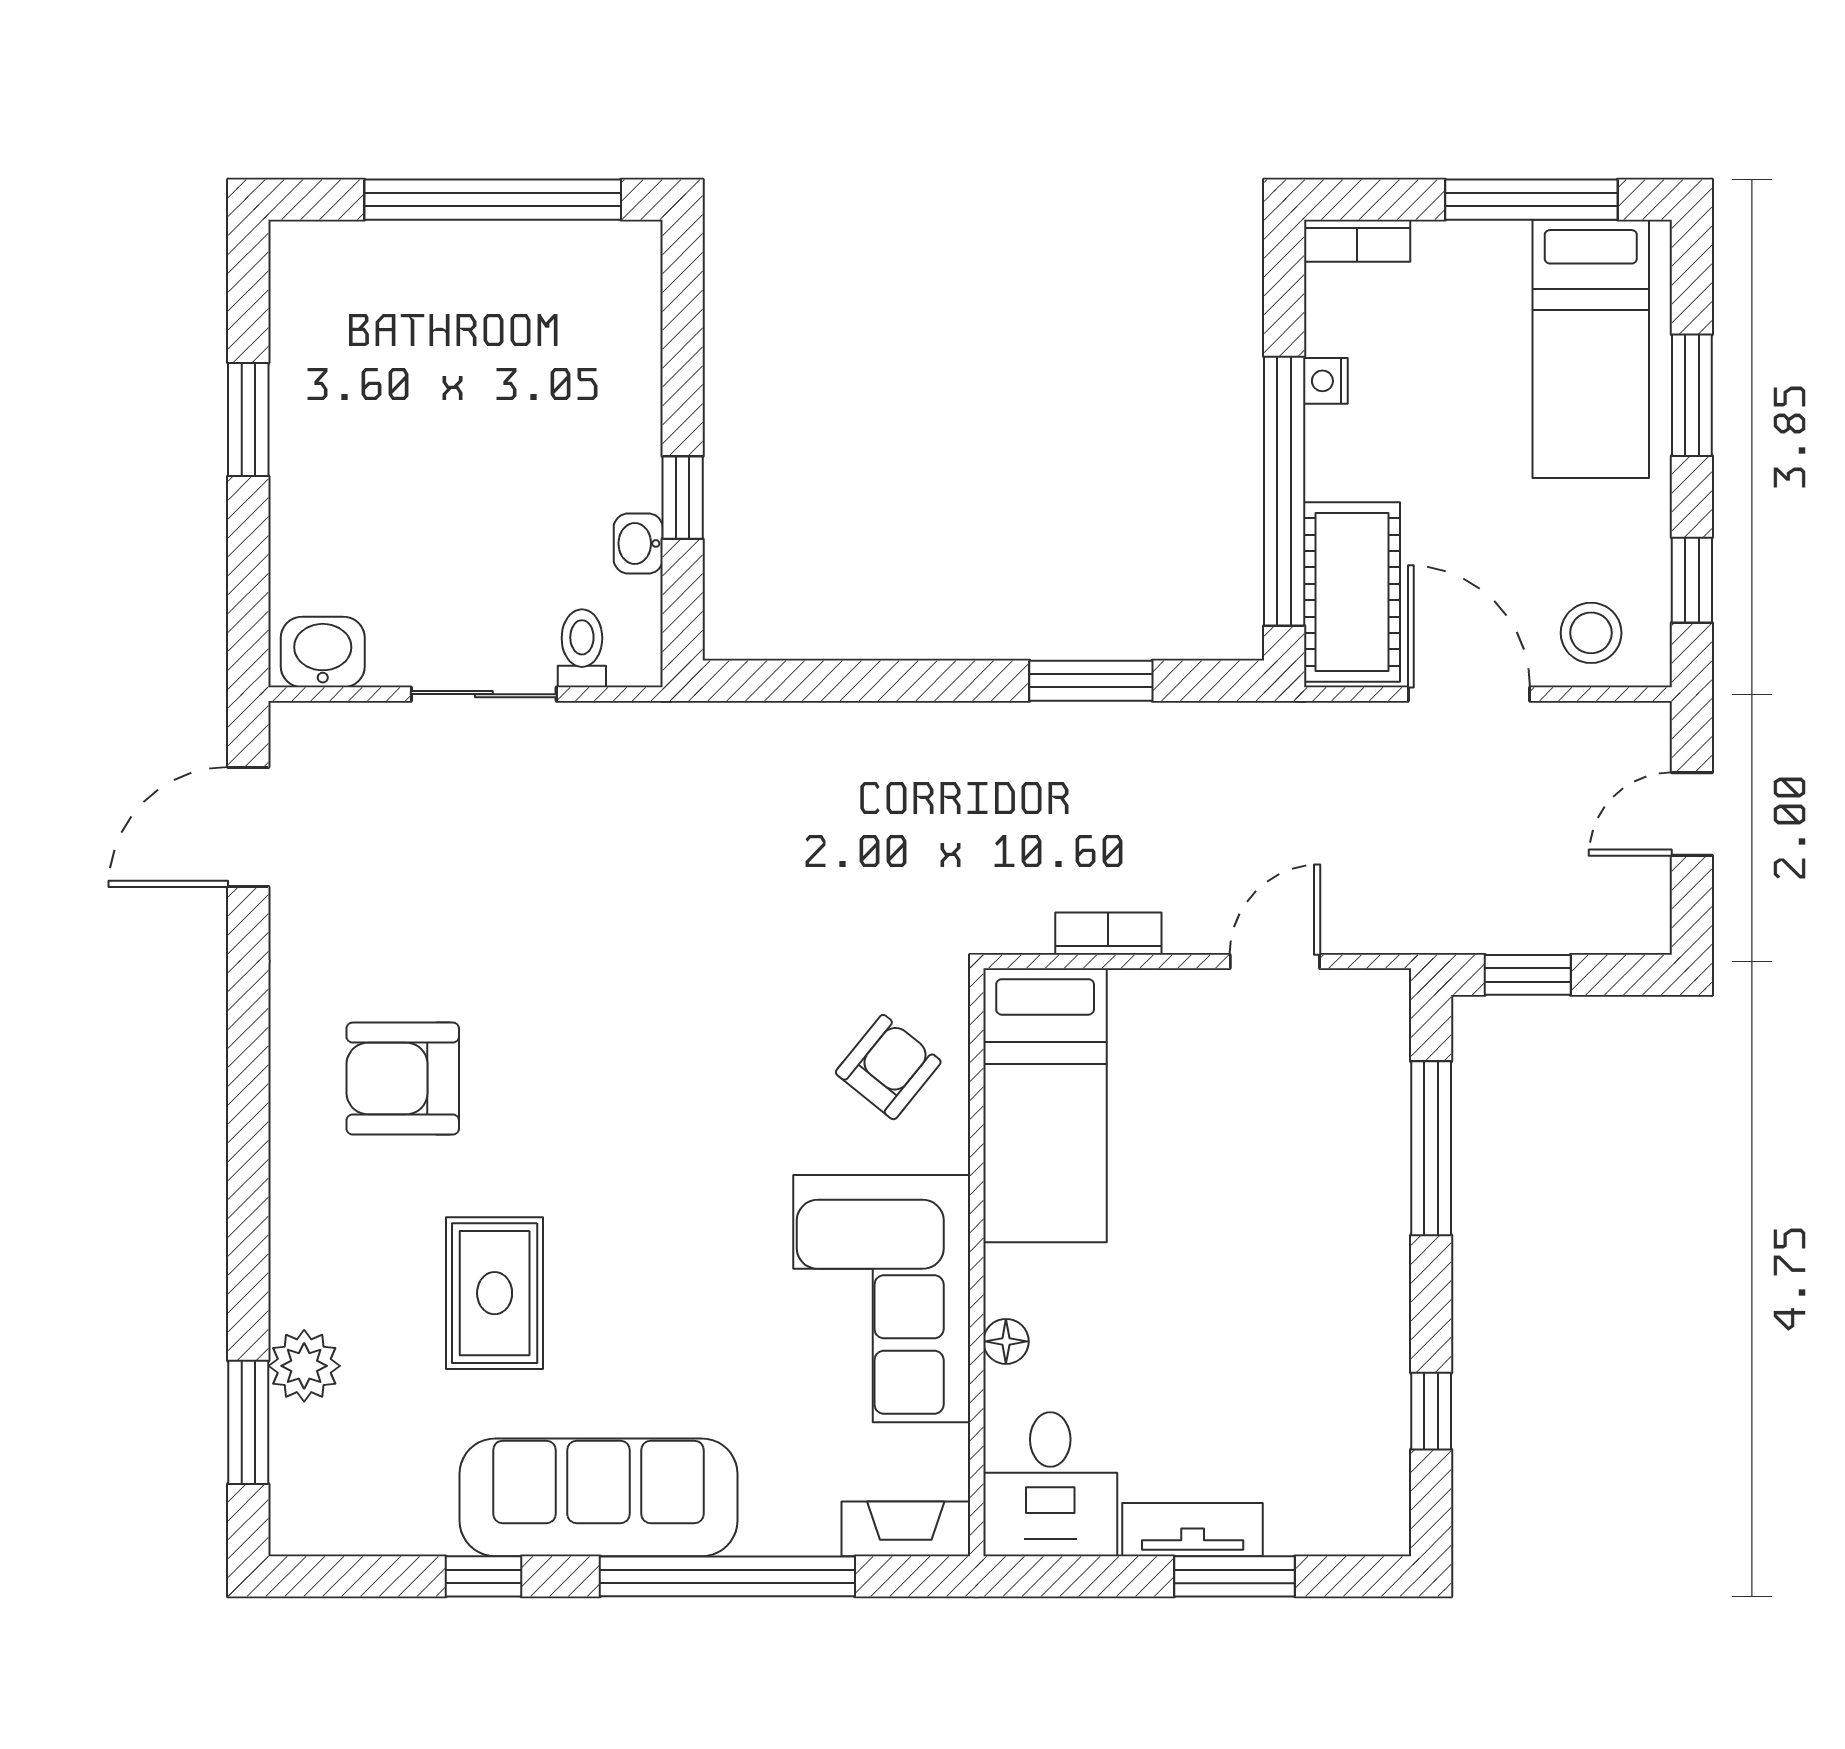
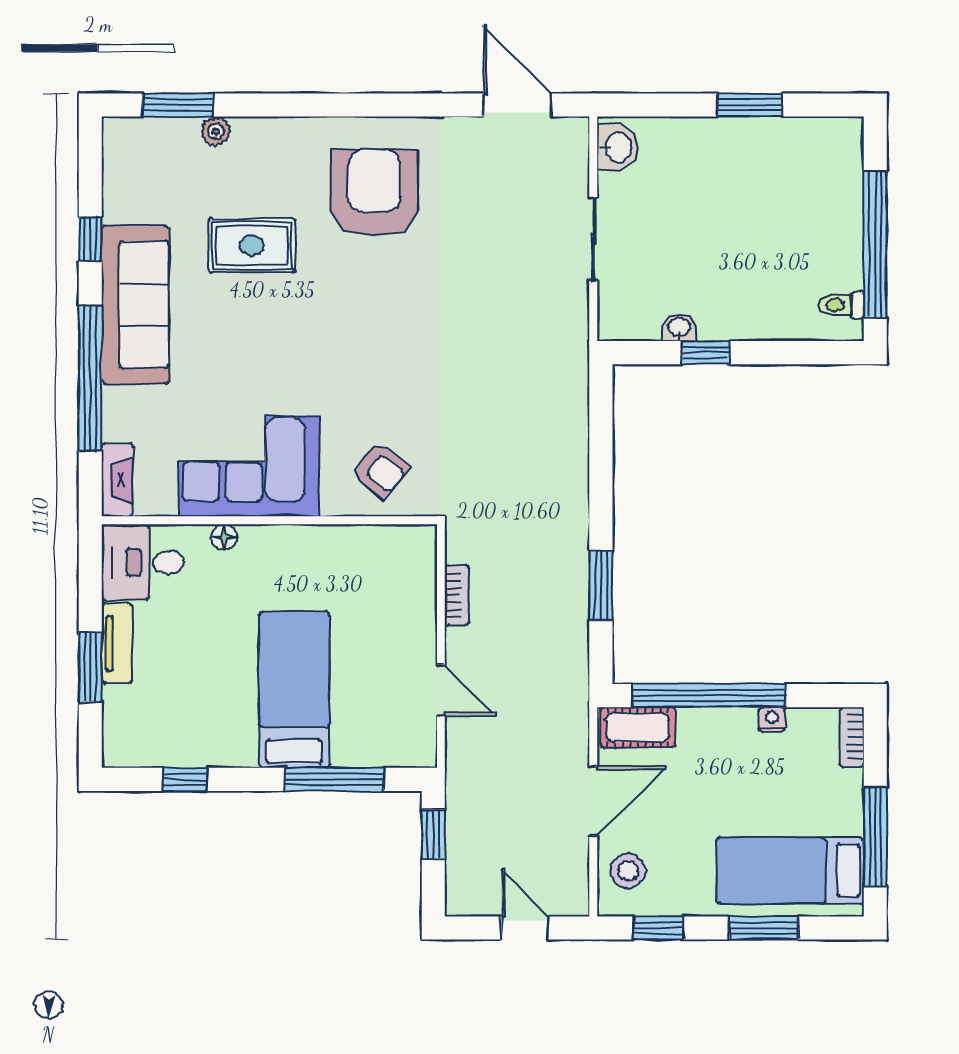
cot: (1352, 592) -> (638, 727), width x0.73, depth x0.75
toilet: (582, 648) -> (841, 305), moved, turned 180
armchair: (403, 1079) -> (374, 193), width x1.36, depth x1.36
bed: (1045, 1105) -> (294, 690), moved, turned 90
plant: (304, 1366) -> (216, 131), width x0.73, depth x0.73

